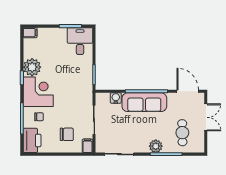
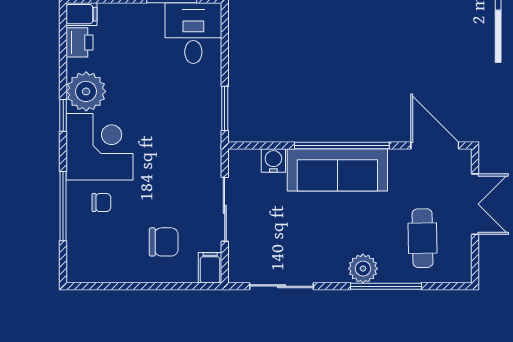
printer: (32, 140) -> (80, 42), moved, width x0.53, depth x0.68

